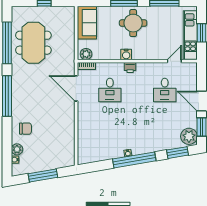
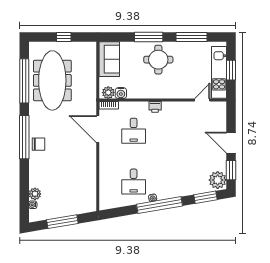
meeting table: (33, 43) -> (52, 80), width x1.36
water cooler: (126, 55) -> (121, 93), moved
desk: (165, 90) -> (134, 182), moved
chair: (25, 129) -> (39, 144), moved

